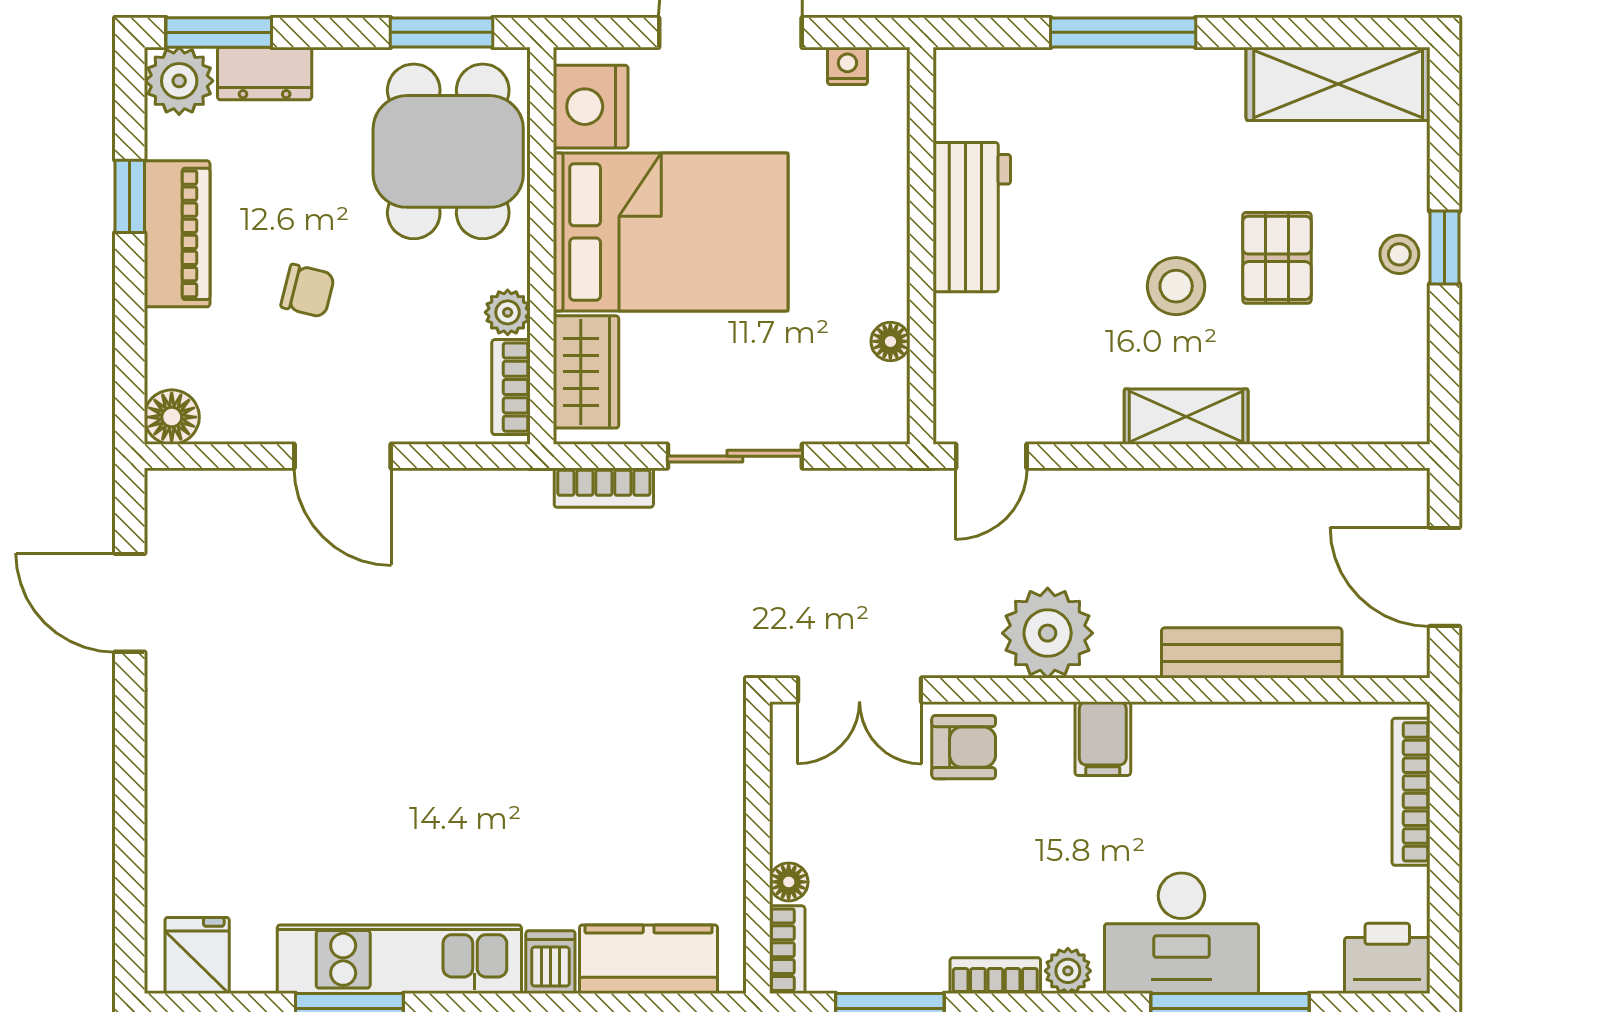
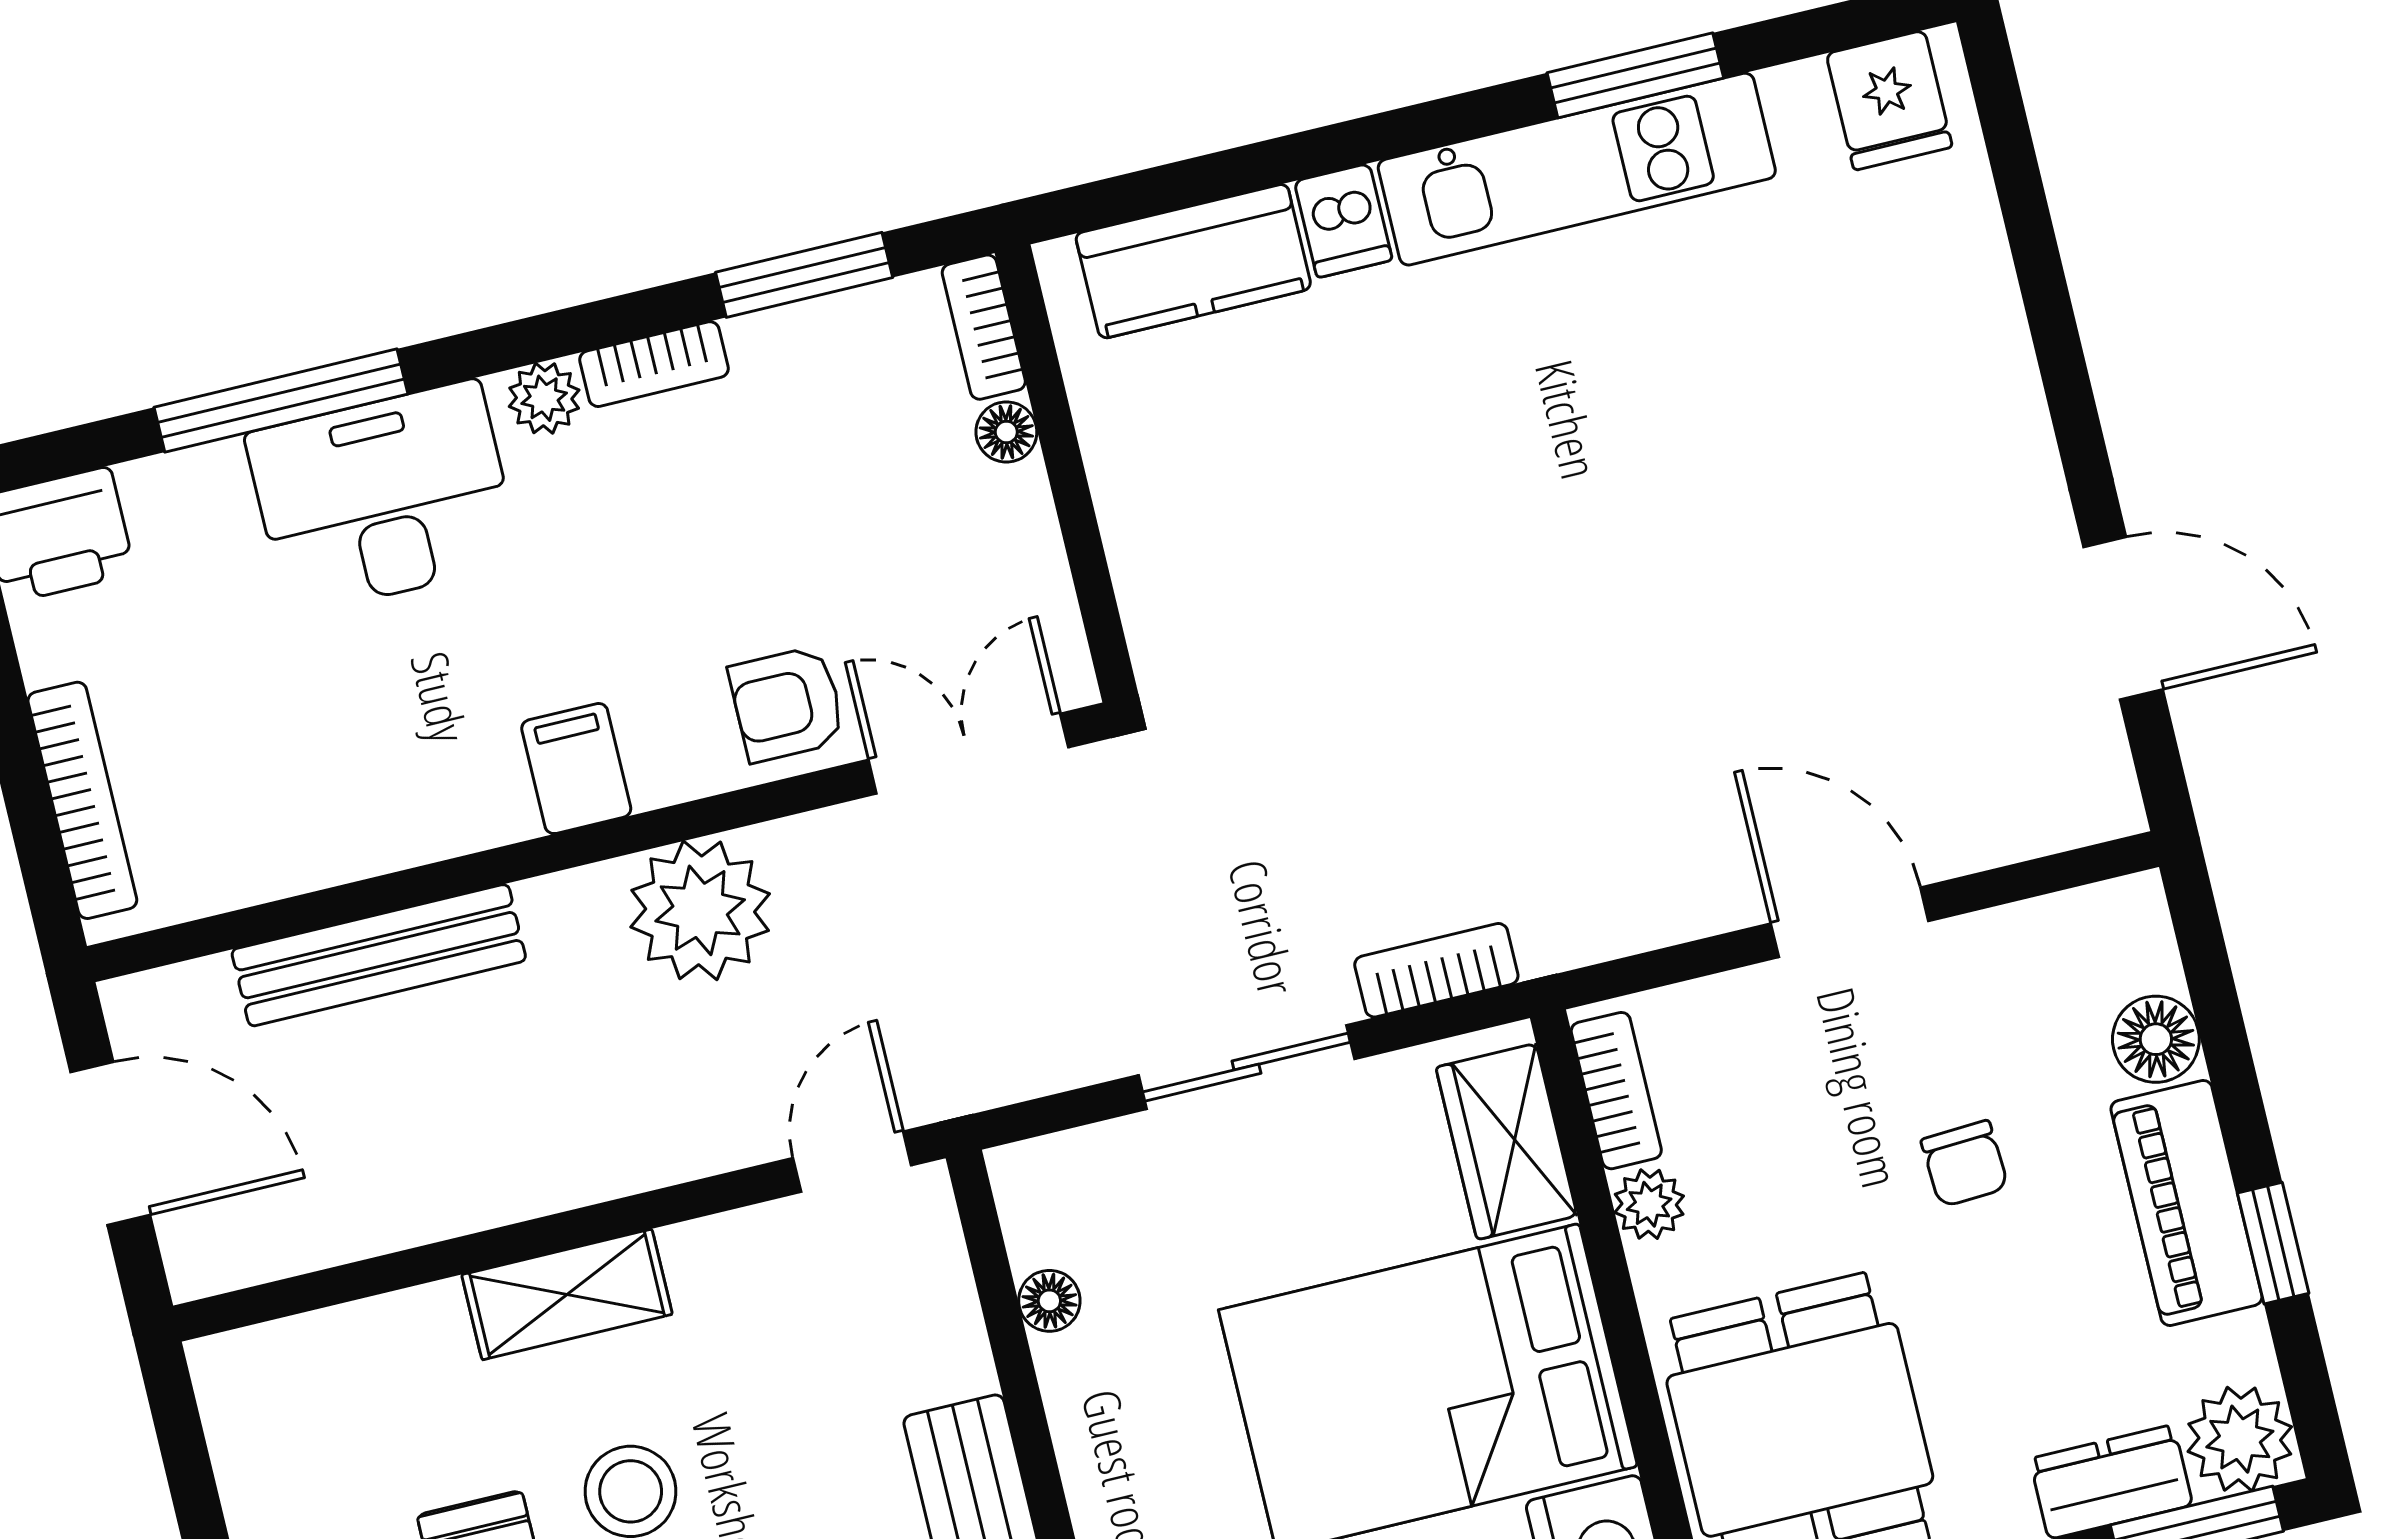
chair: (308, 291) -> (1965, 1164), turned -107
floor lamp: (172, 417) -> (2156, 1039), moved

